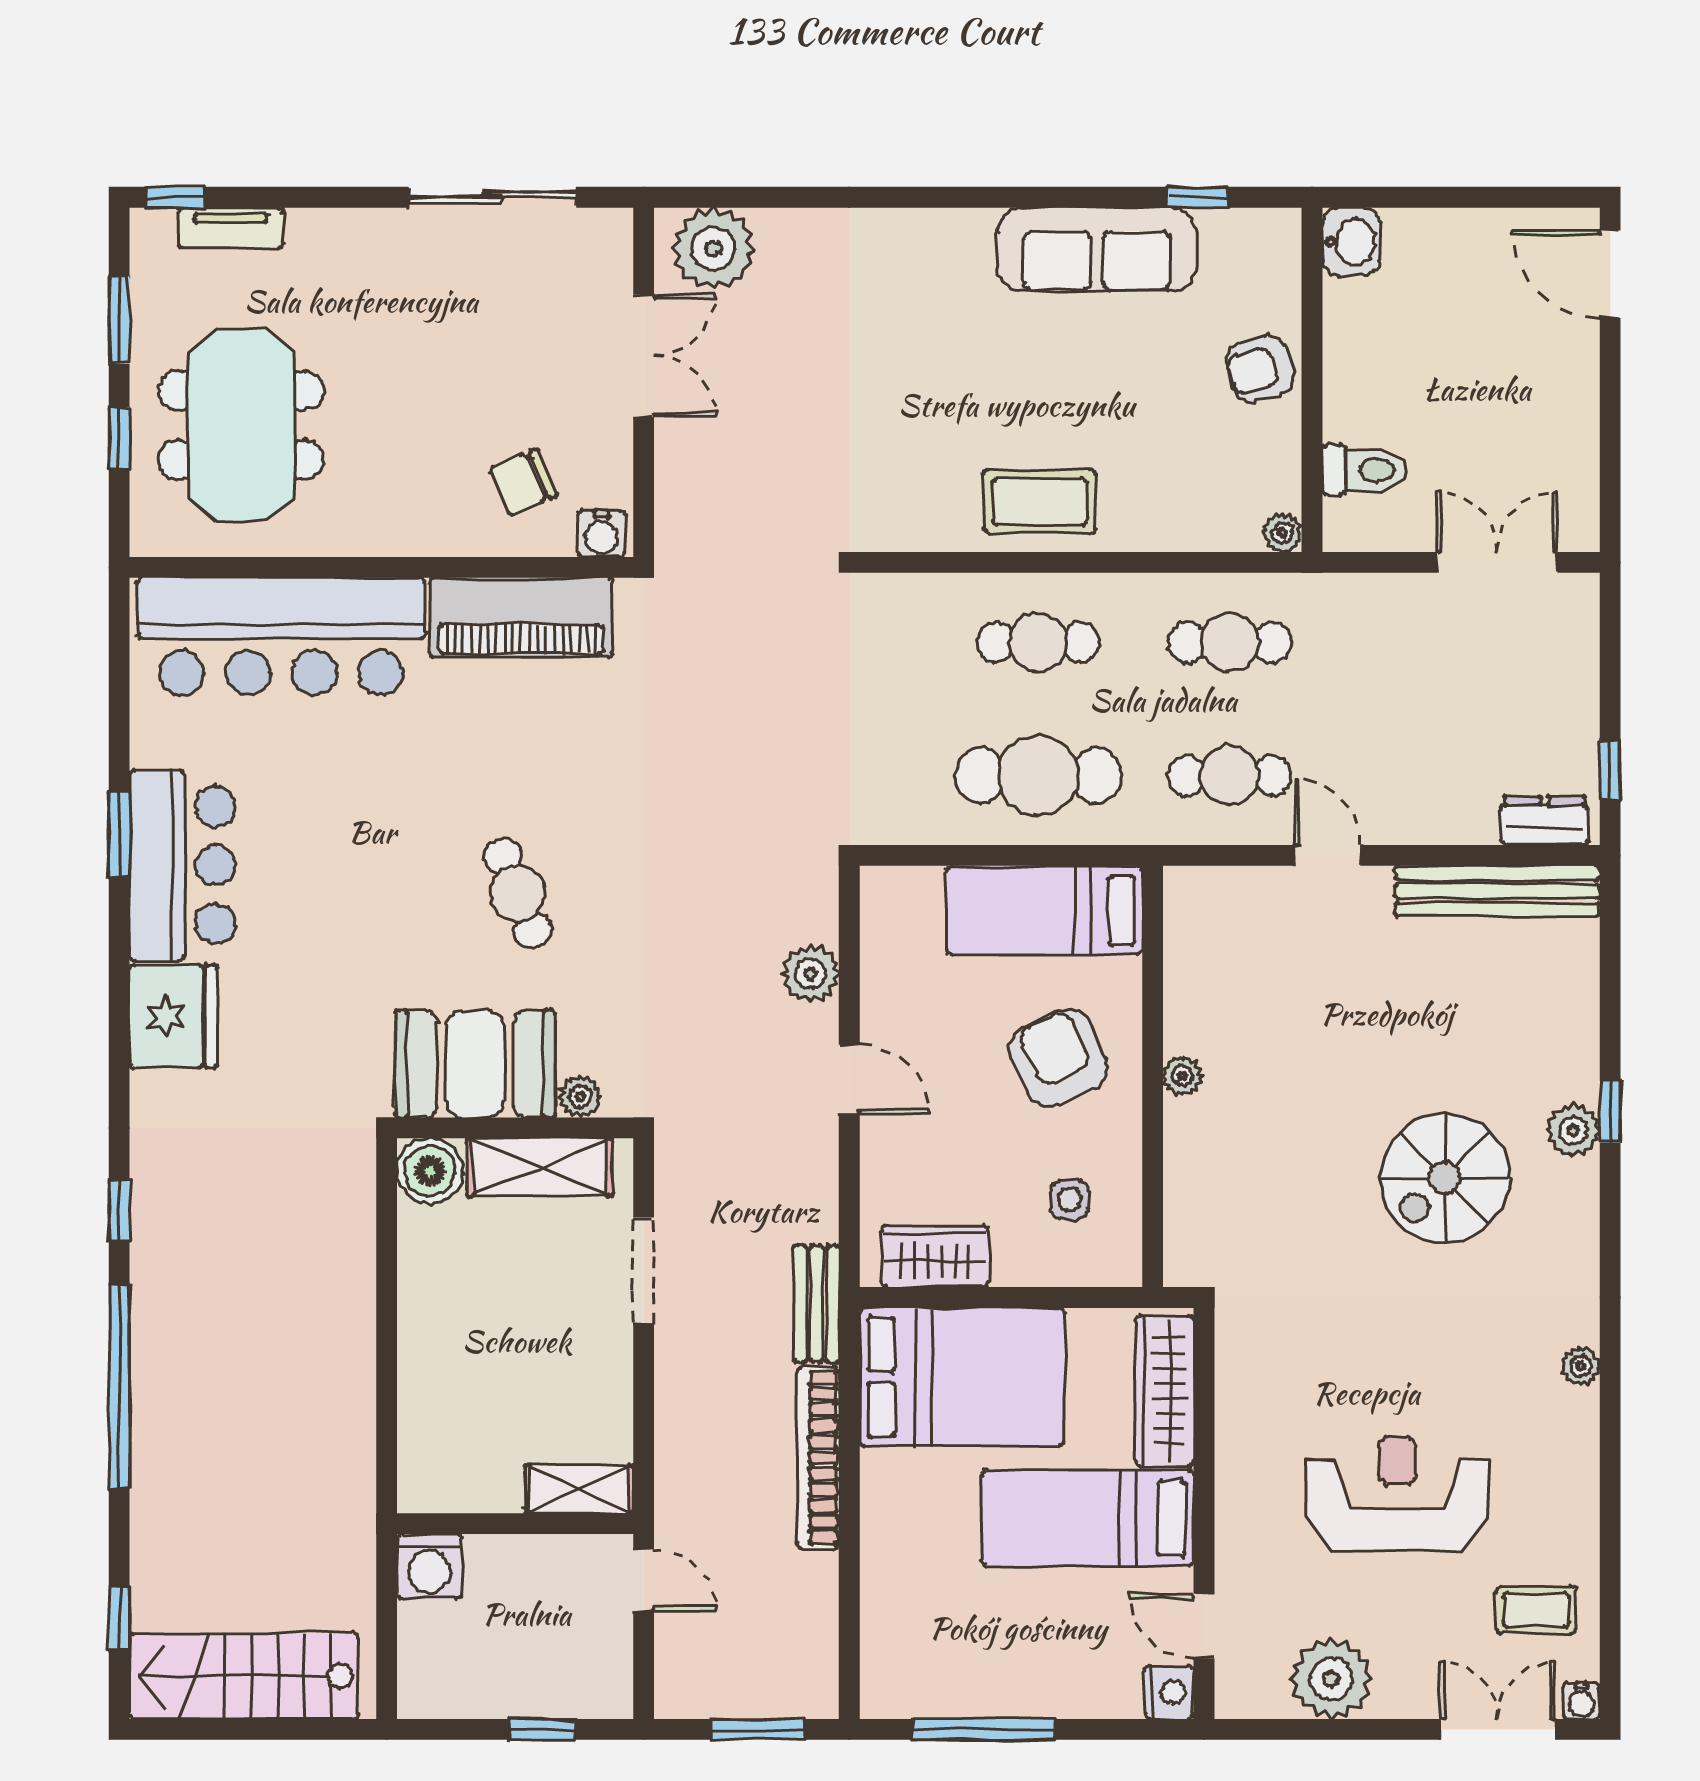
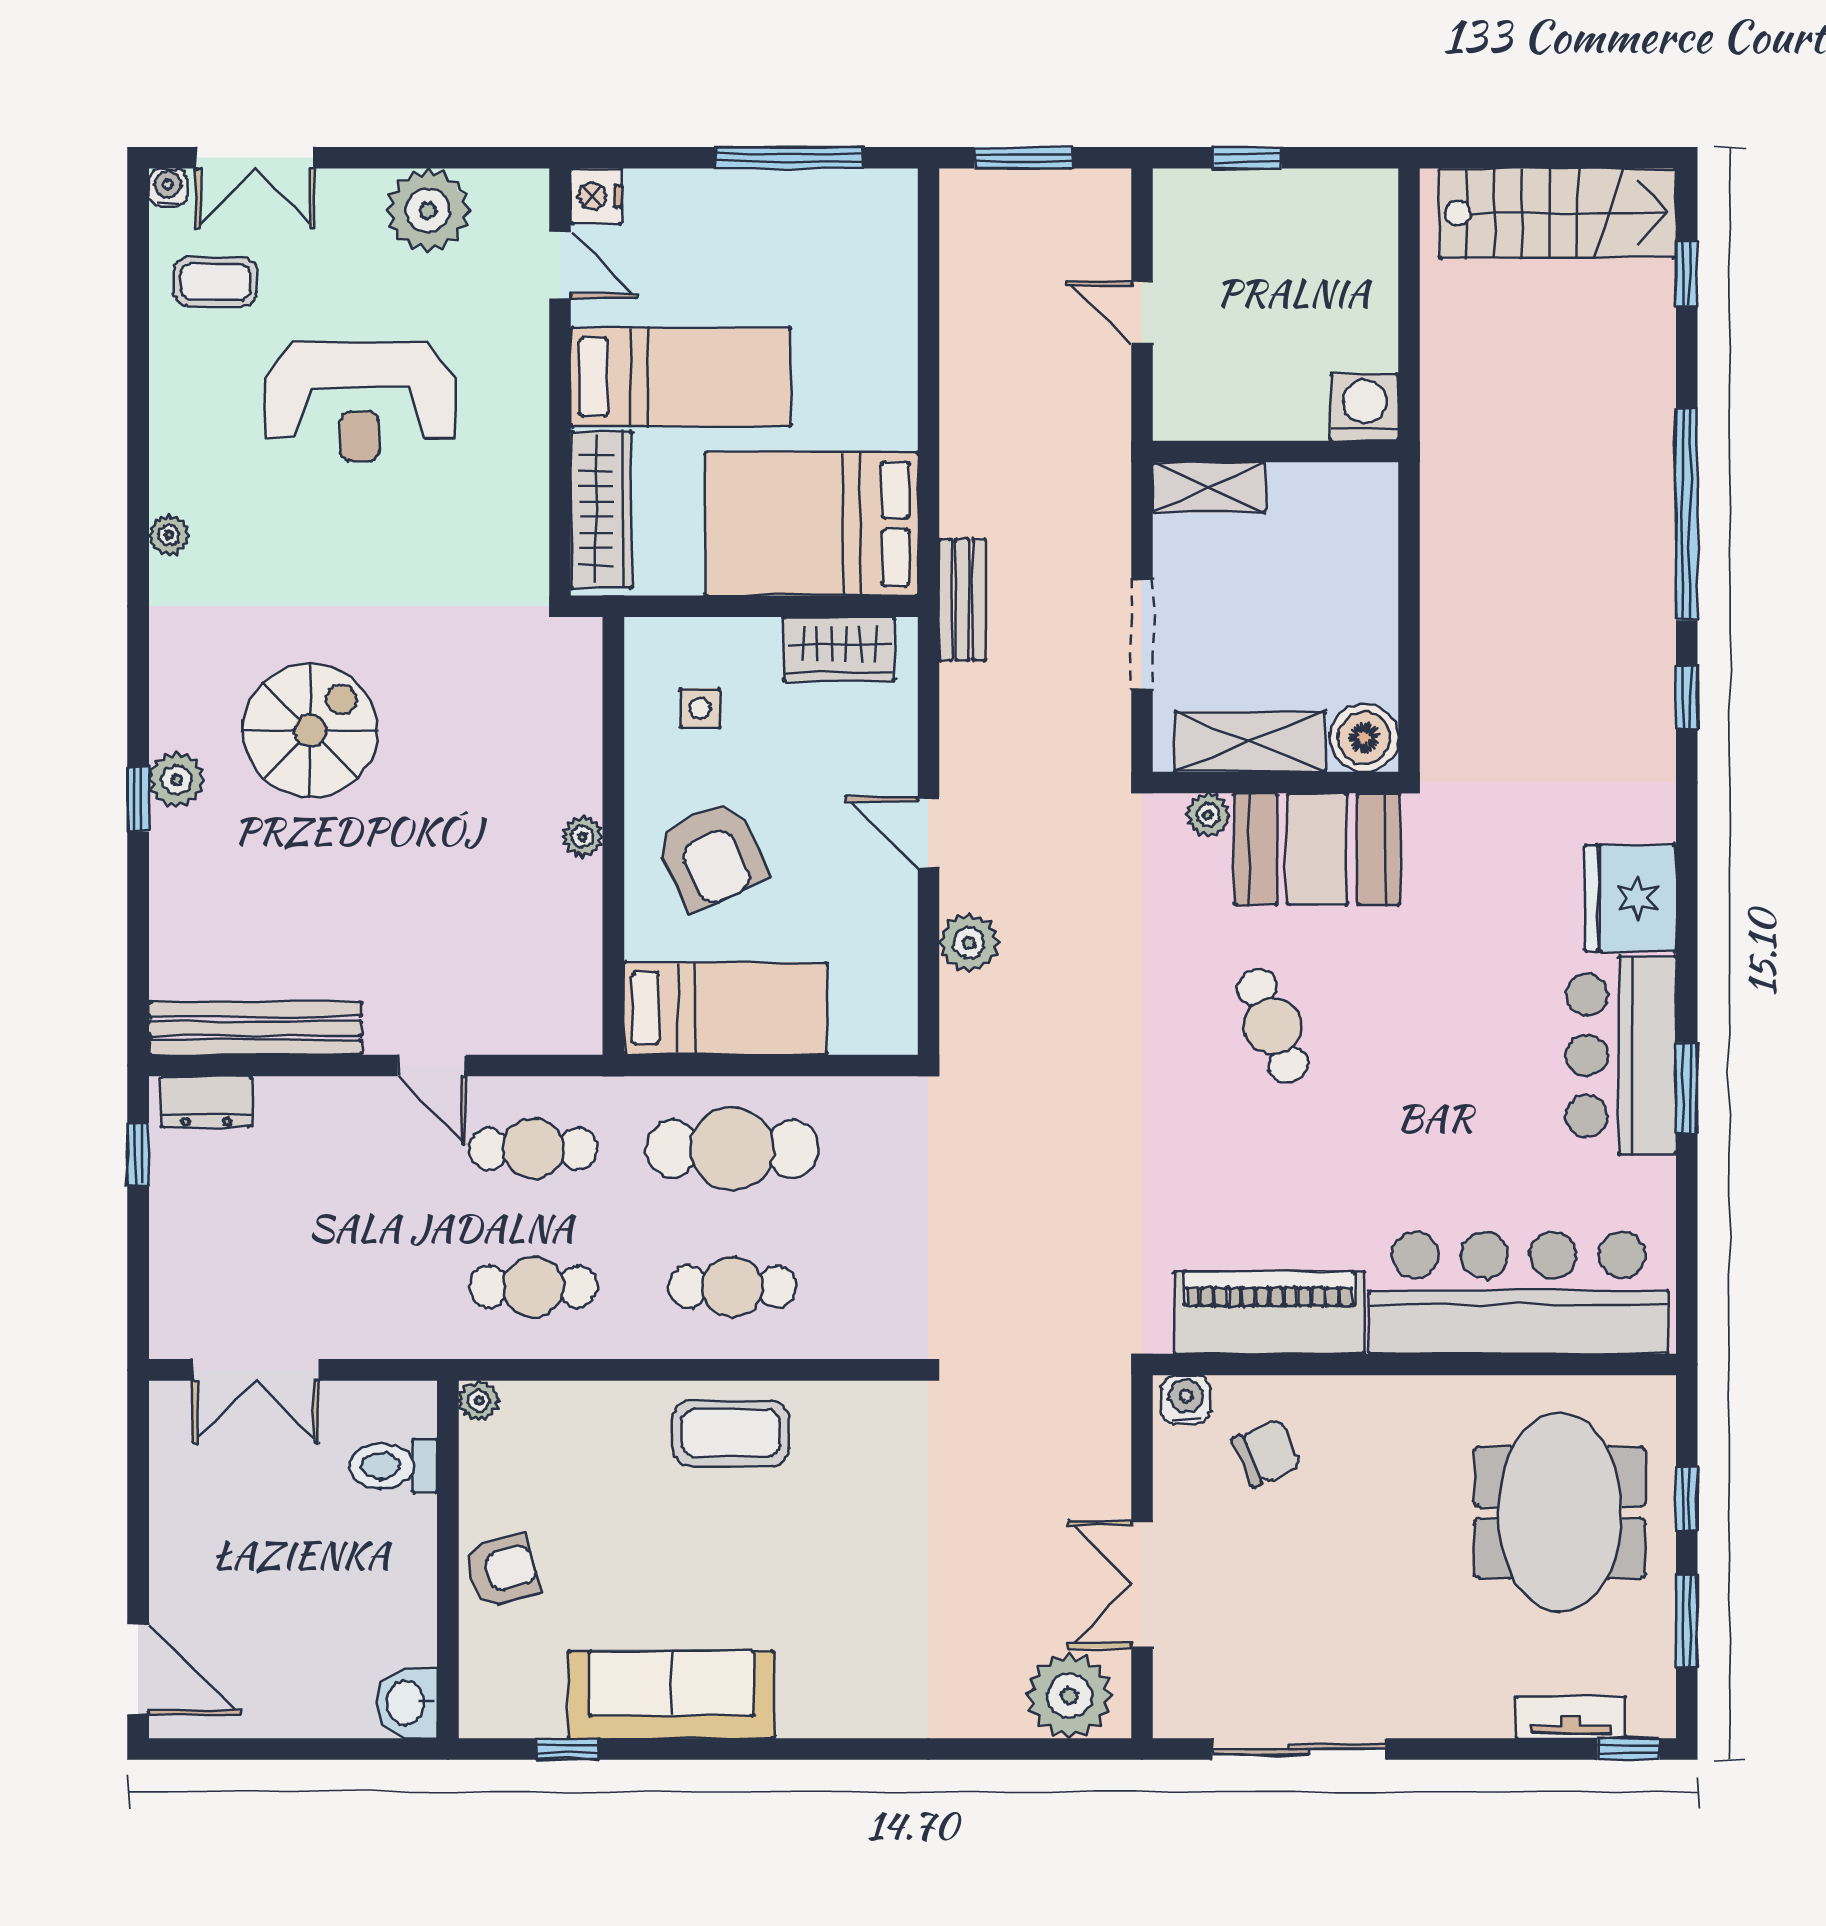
bookcase: (818, 1458) -> (961, 440), removed
shelving: (579, 1489) -> (1209, 487), moved
wall: (515, 1524) -> (1276, 451), moved
washing machine: (429, 1566) -> (1365, 407), moved

